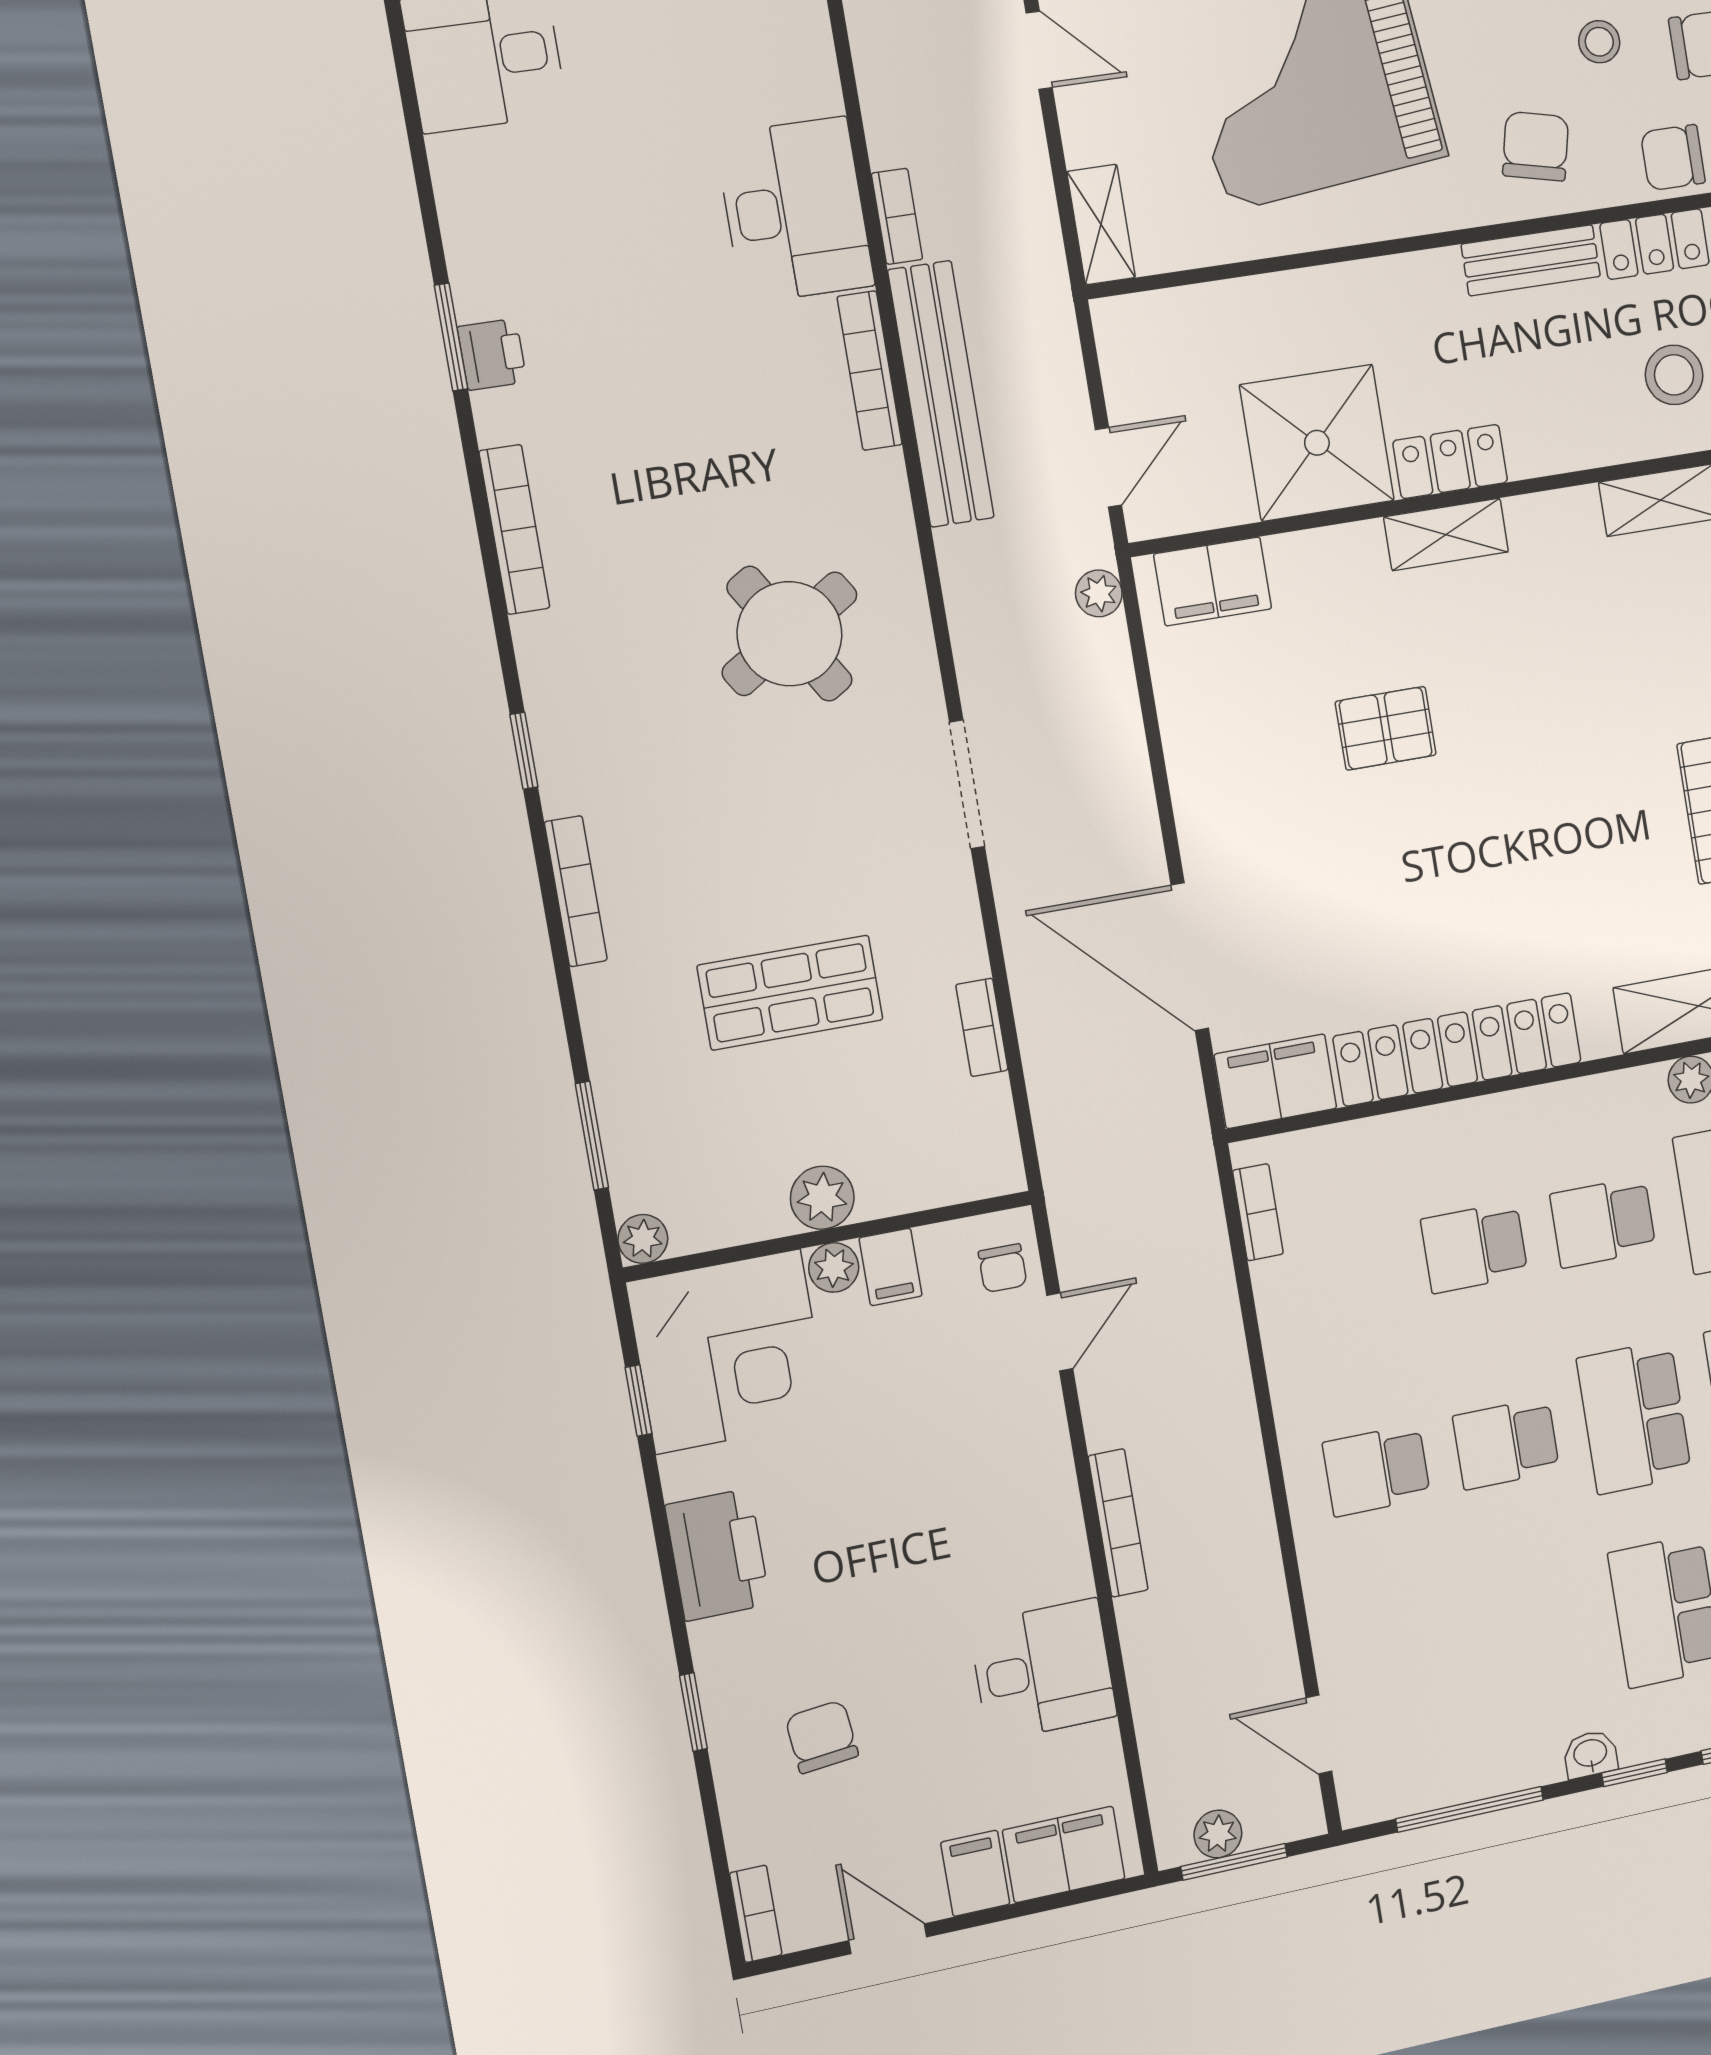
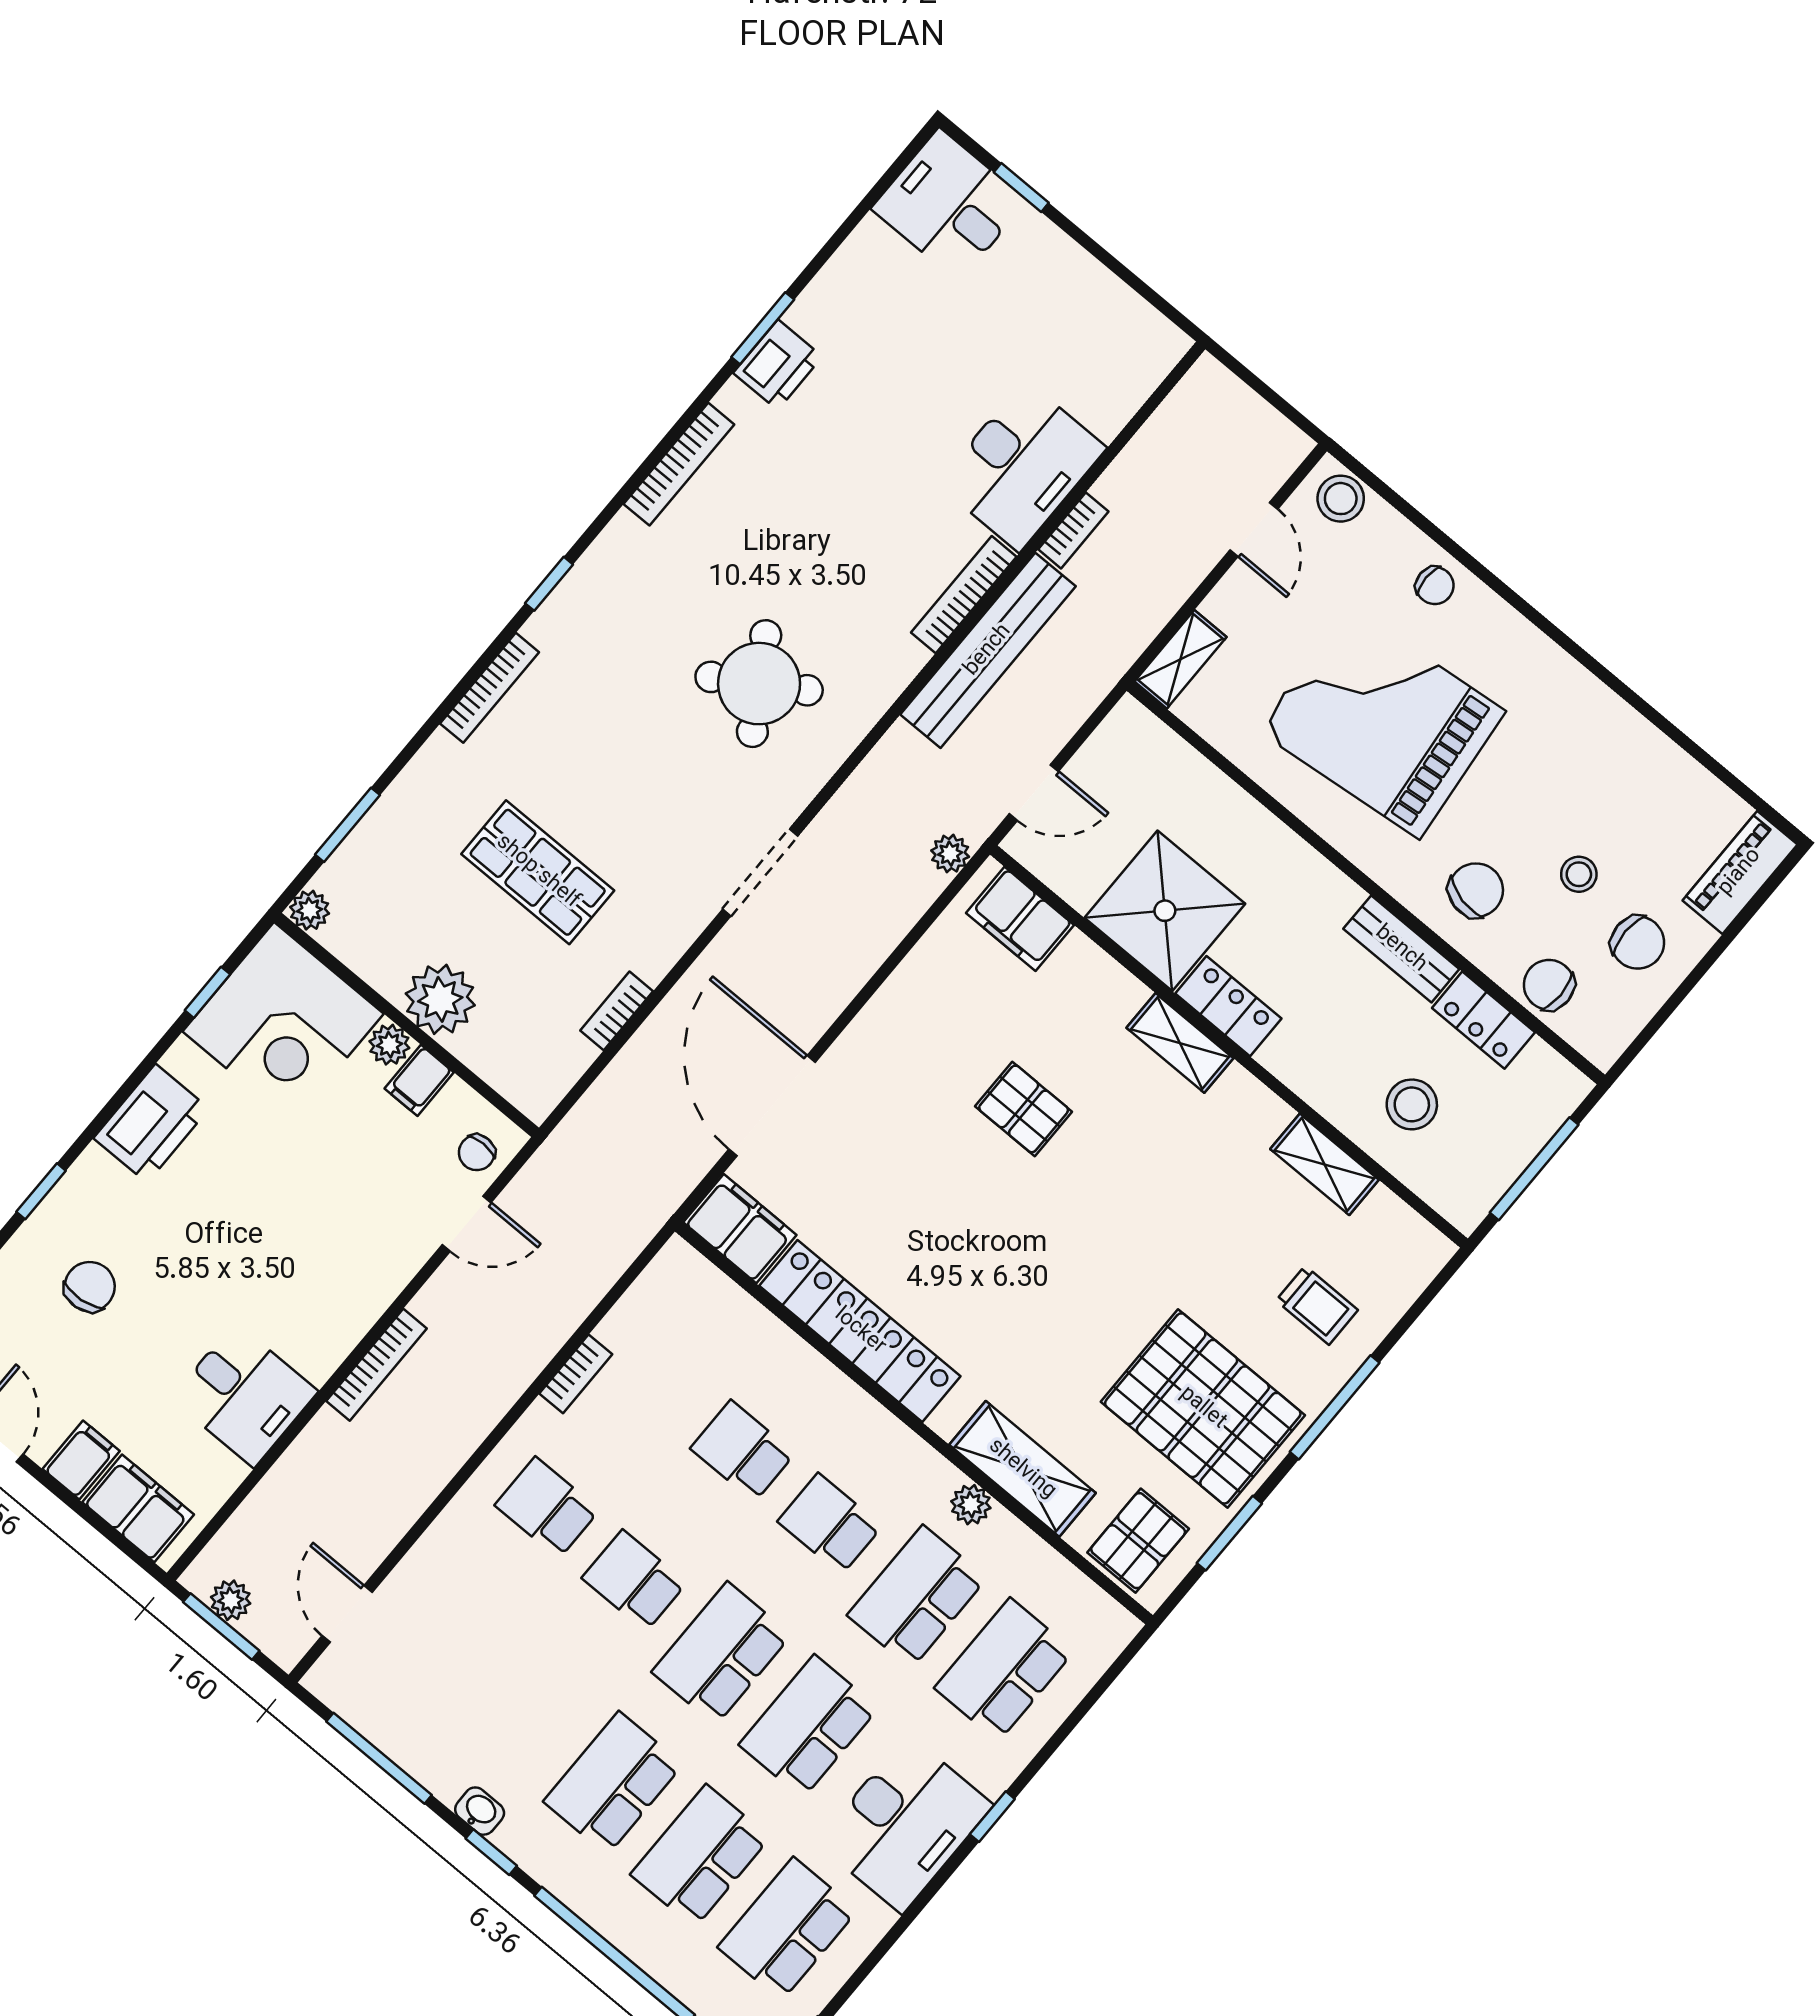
printer: (492, 354) -> (778, 365), width x1.36, depth x1.24
plant: (822, 1198) -> (440, 999), width x1.36, depth x1.36
bookcase: (1258, 1212) -> (576, 1374), moved

